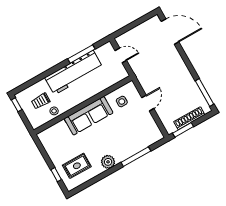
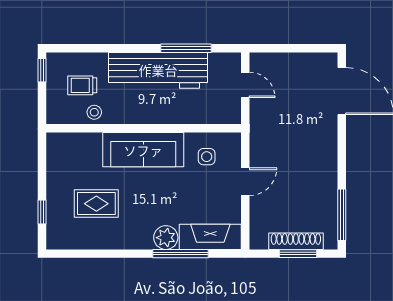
window: (183, 130) -> (298, 254), moved
fireplace: (146, 140) -> (210, 237), added
plant: (108, 162) -> (166, 238), moved
rug: (77, 166) -> (96, 204), moved

